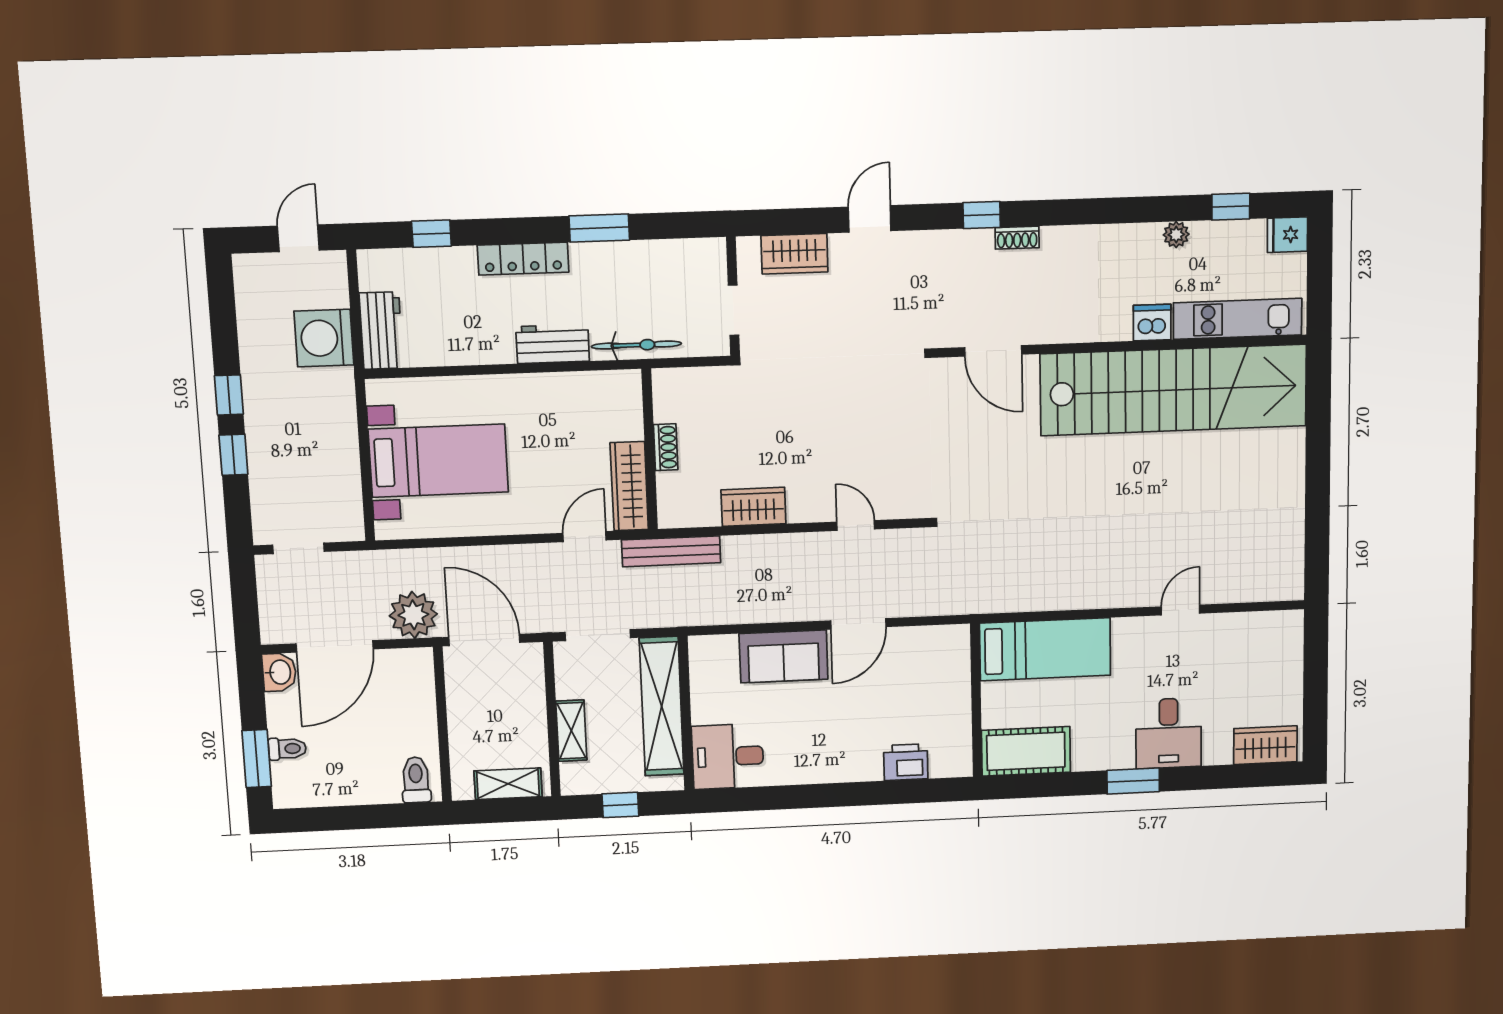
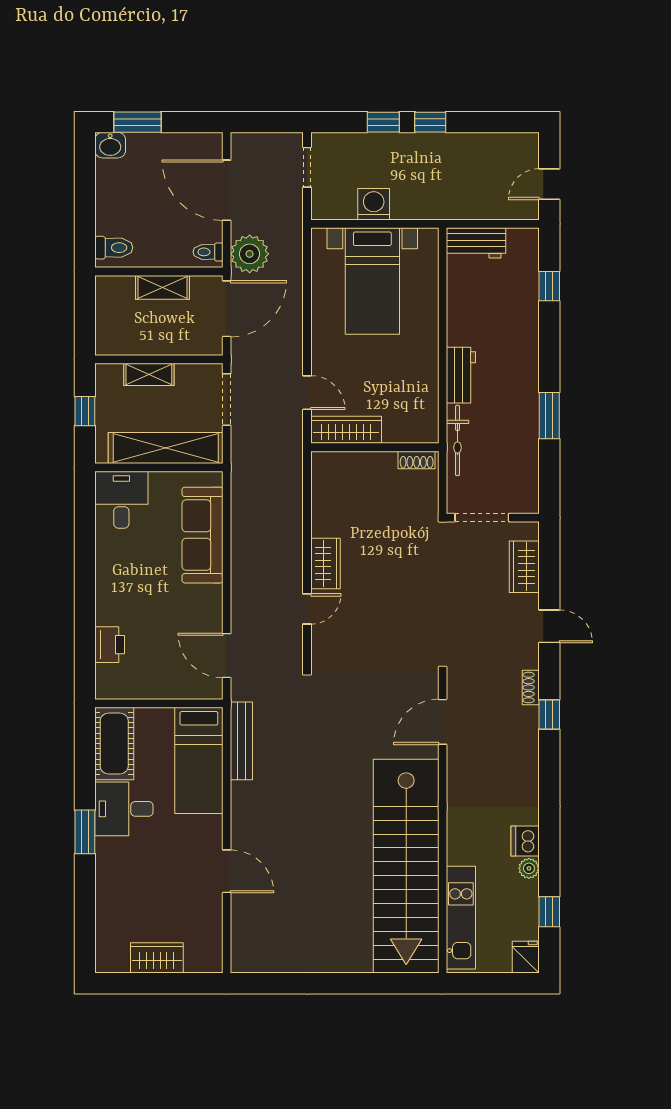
door: (298, 238) -> (549, 184), swing flipped
shoe rack: (1017, 238) -> (531, 688), moved
locker: (523, 259) -> (528, 356), removed
doorway: (734, 310) -> (482, 518), width x1.38
dishwasher: (1152, 323) -> (525, 841), moved, turned 180
washing machine: (324, 338) -> (374, 204), moved, width x0.73, depth x0.73
shoe rack: (666, 447) -> (417, 460), moved
wardrobe: (753, 507) -> (325, 563), moved
bench: (671, 551) -> (241, 741), moved
door: (1180, 610) -> (227, 871), width x1.38
door: (858, 624) -> (227, 656), moved
sofa: (784, 656) -> (202, 535), width x1.36
washbasin: (279, 672) -> (110, 145), moved
desk: (1169, 733) -> (124, 809), moved
wardrobe: (1265, 745) -> (157, 958), moved, turned -90
toilet: (287, 749) -> (208, 252), moved, turned 90
shelving: (508, 784) -> (162, 287), moved, turned 90

